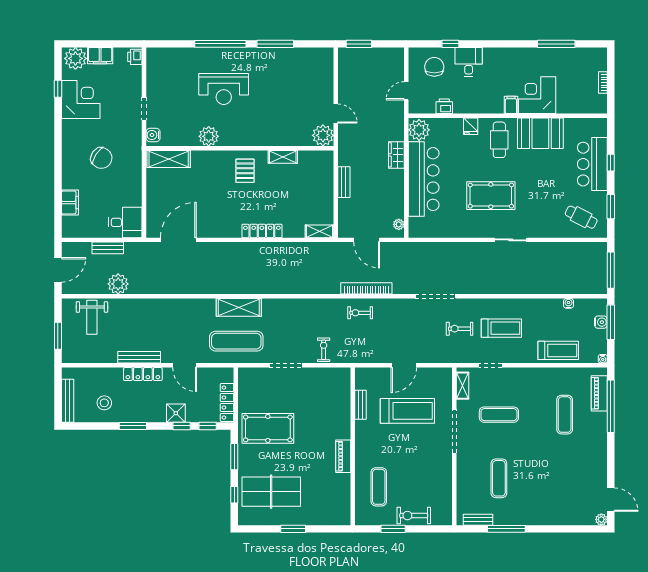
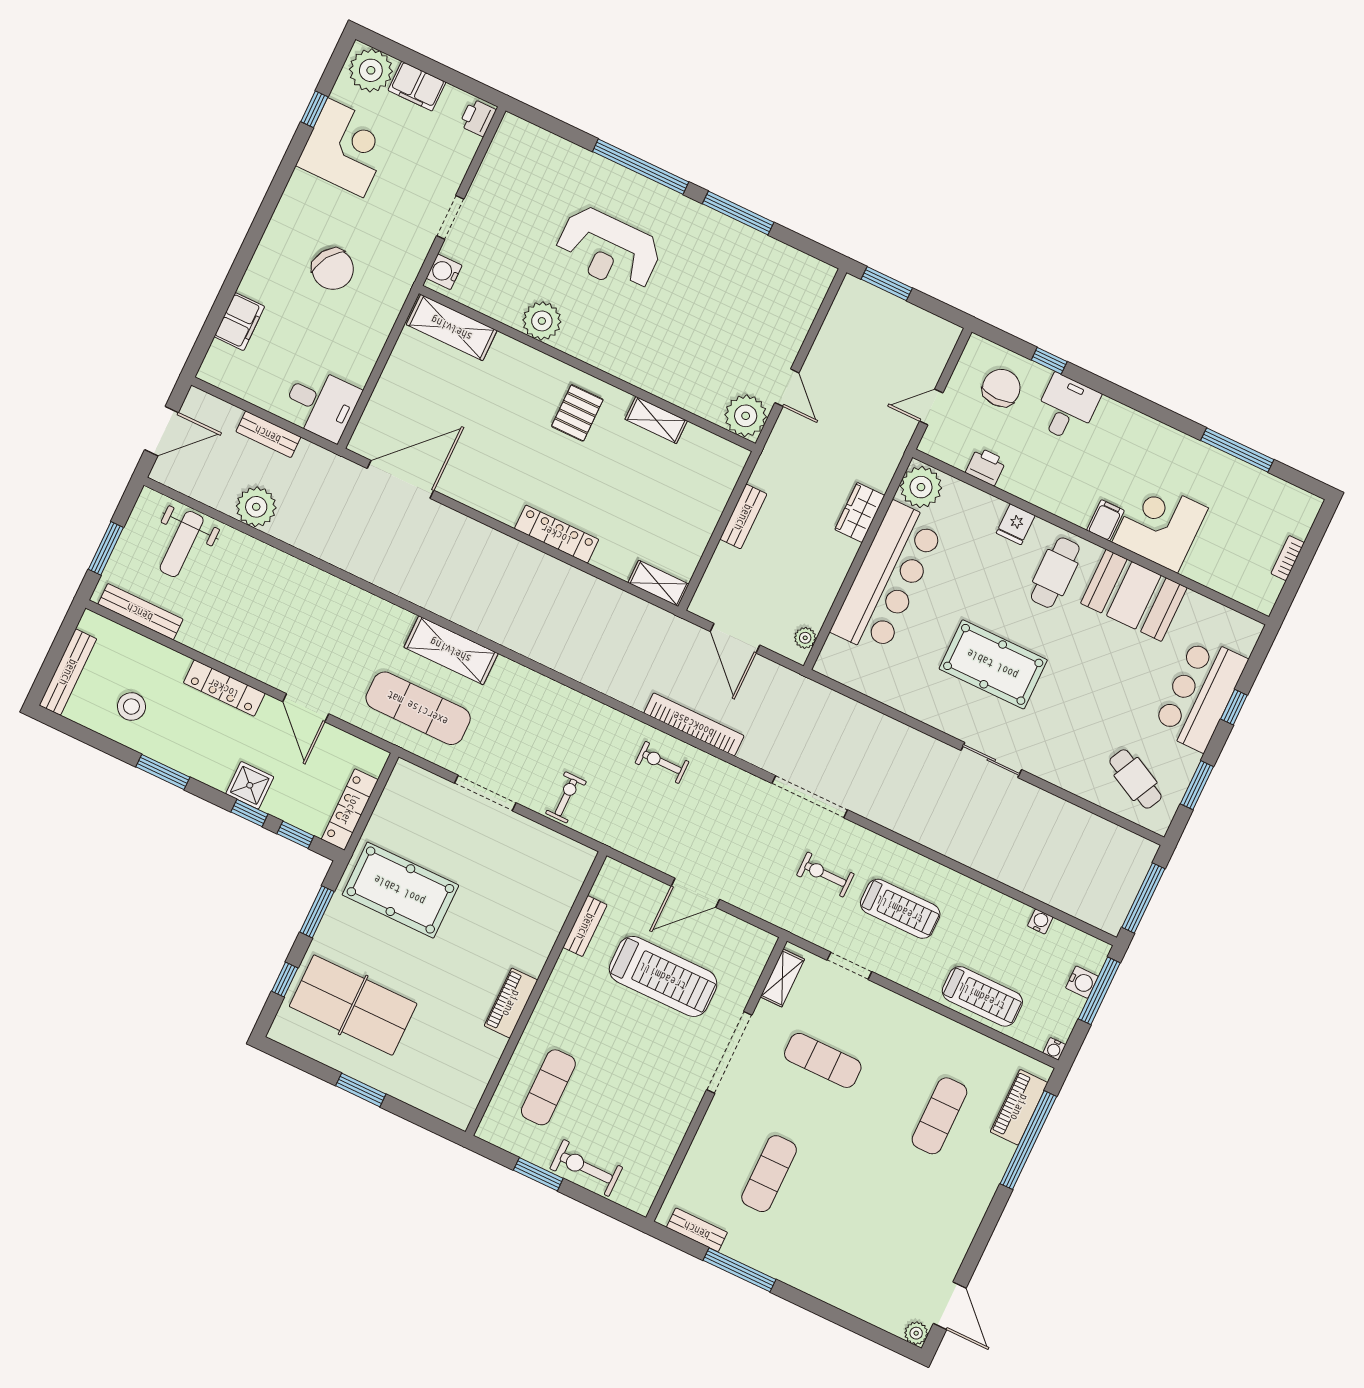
bench: (139, 357) -> (140, 612), moved

